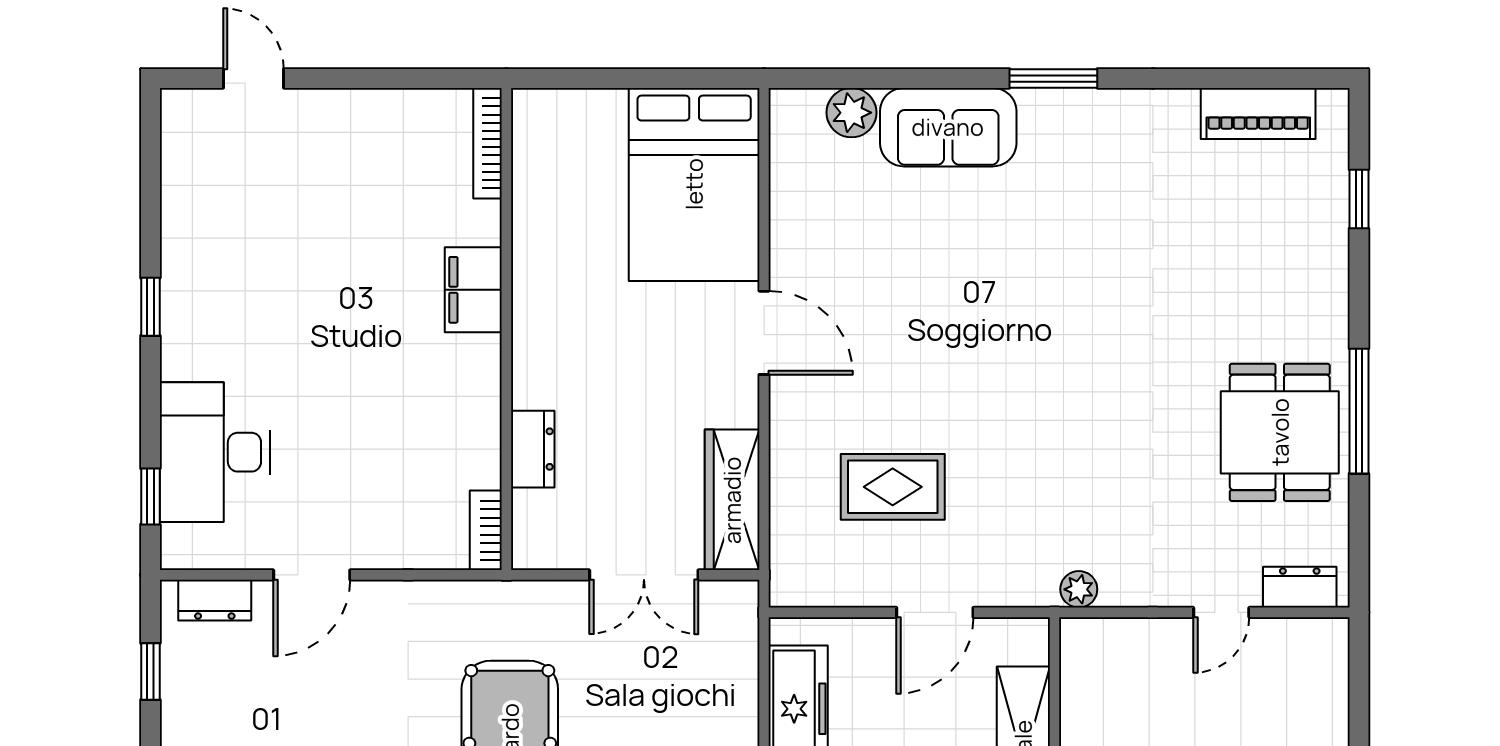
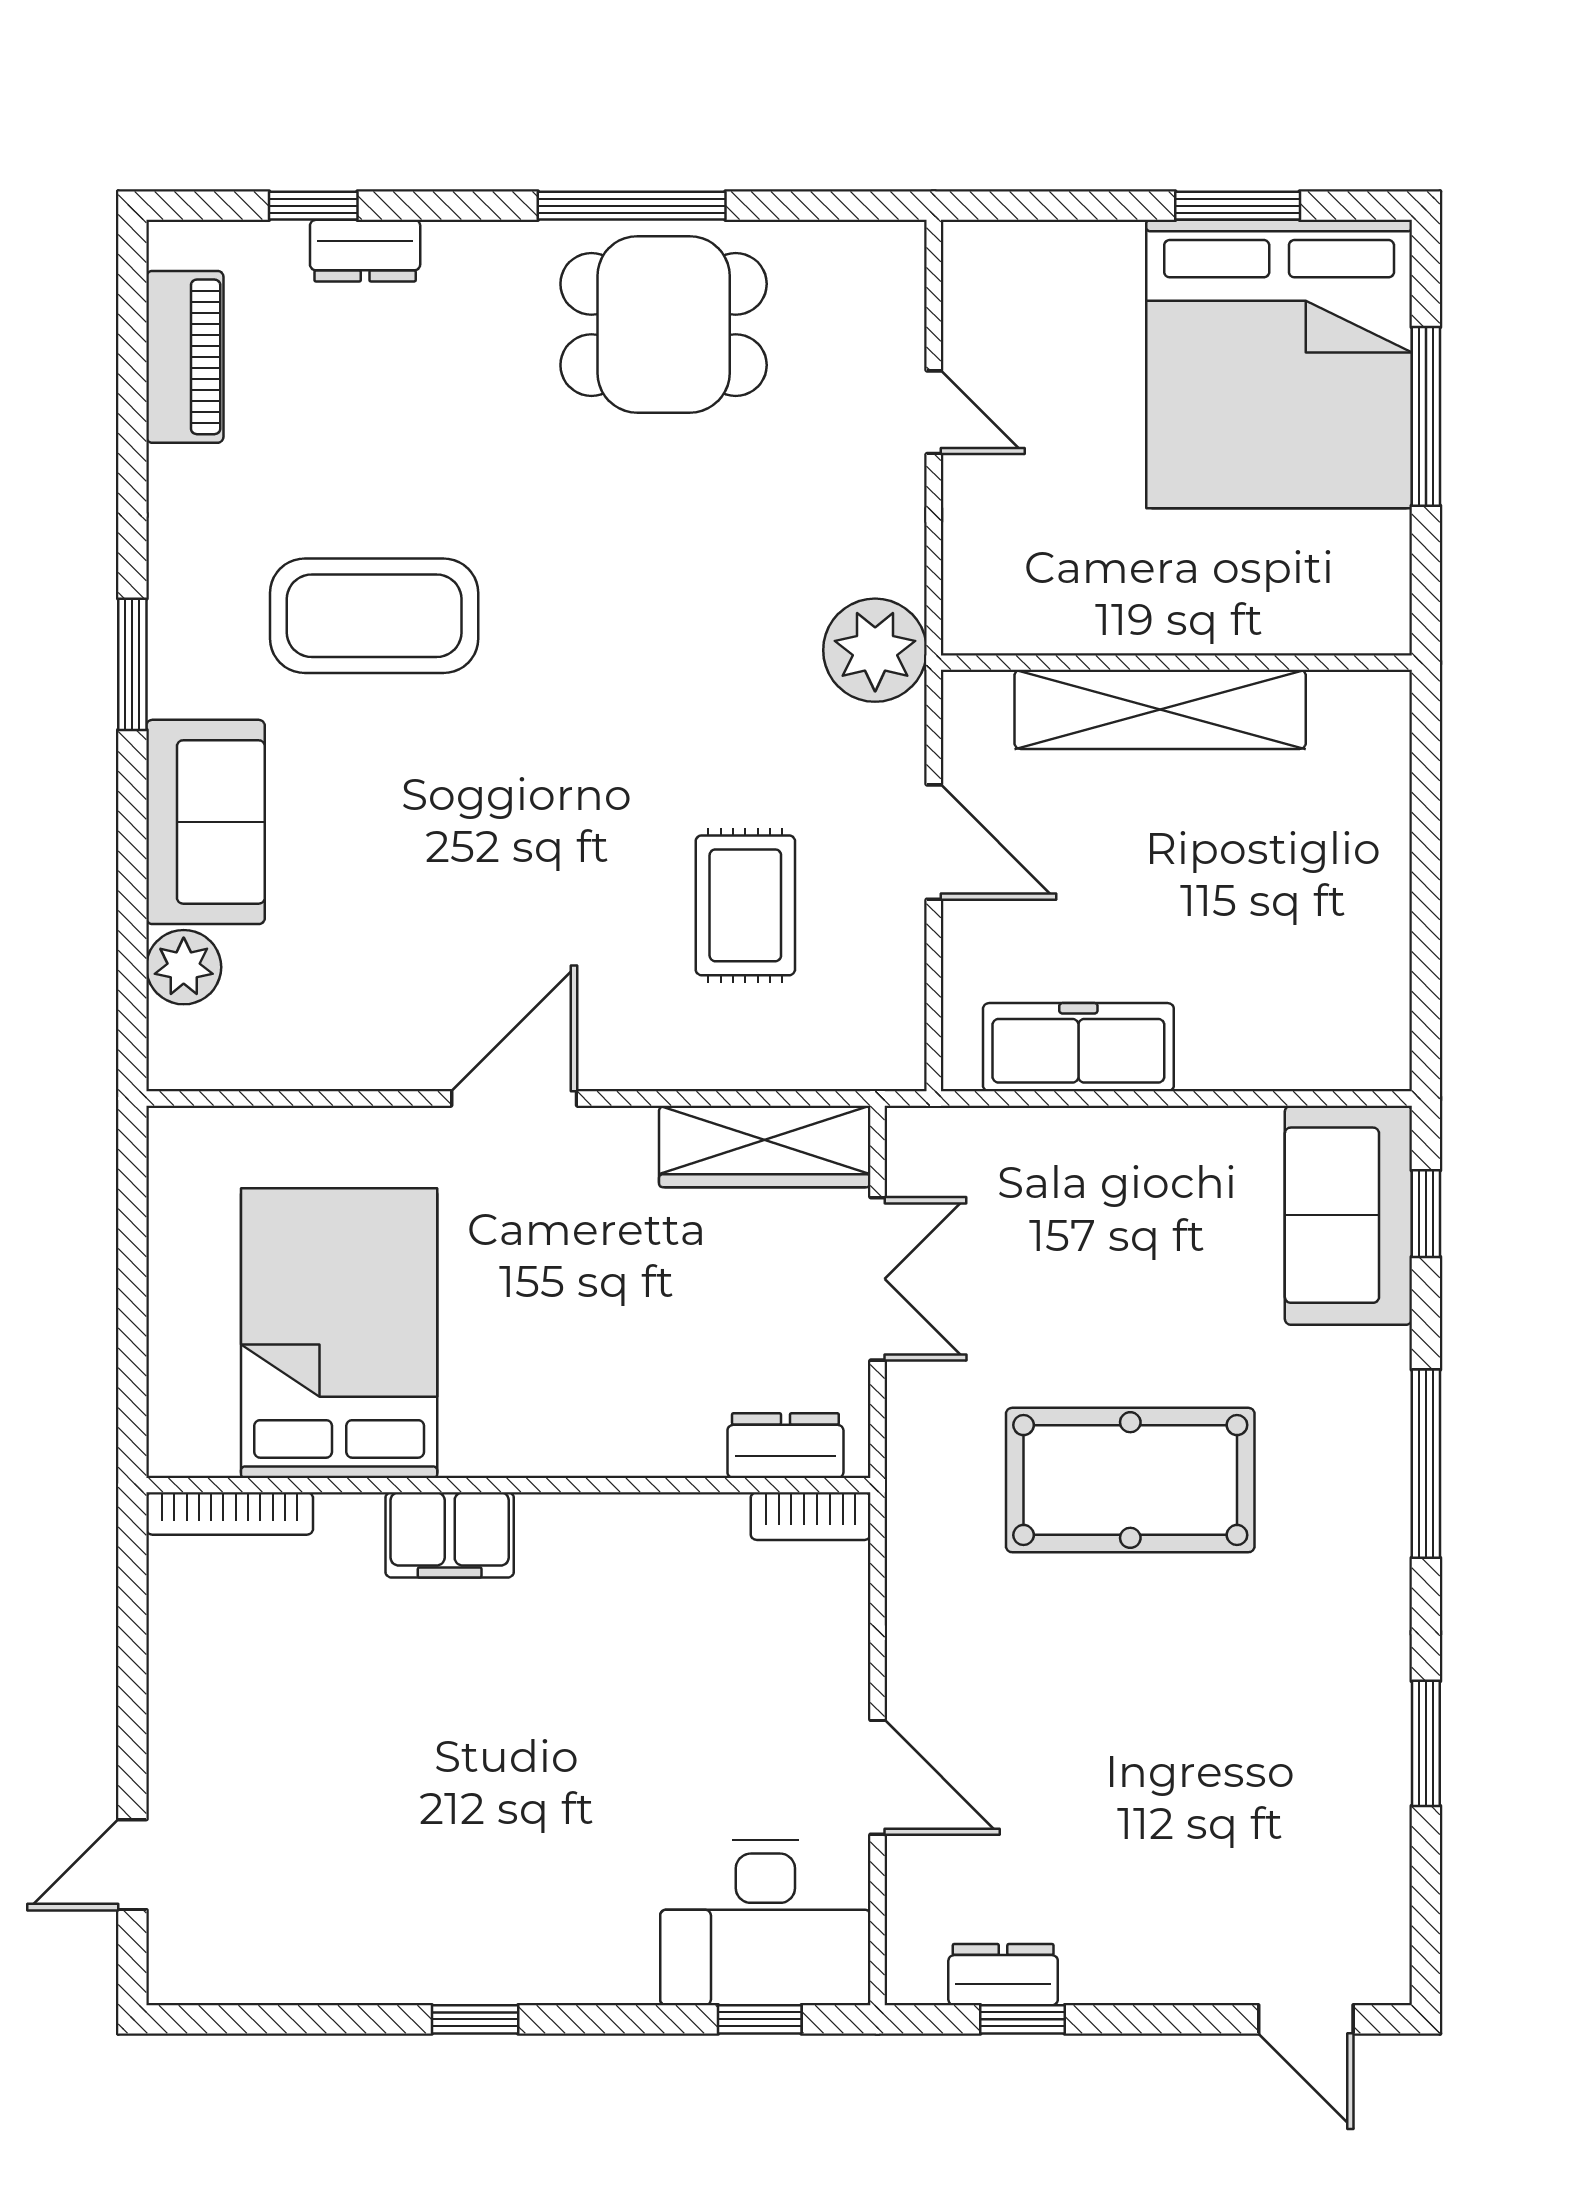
bed: (694, 184) -> (339, 1333), moved, turned -90
coffee table: (1086, 240) -> (374, 616), added
dresser: (533, 449) -> (785, 1446), moved
desk: (215, 452) -> (765, 1923), moved
dresser: (1300, 587) -> (365, 251), moved, turned -90
plant: (1079, 589) -> (875, 650), width x1.88, depth x1.88
dresser: (215, 600) -> (1003, 1975), moved, turned -90

